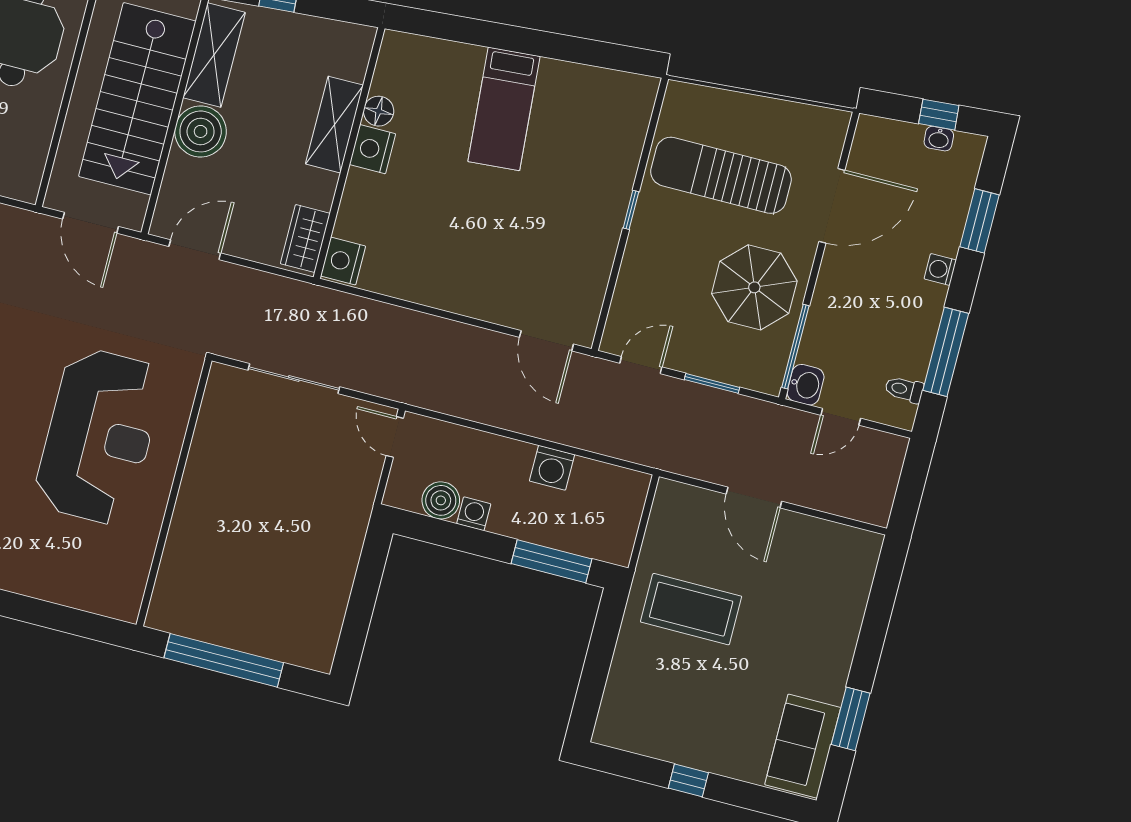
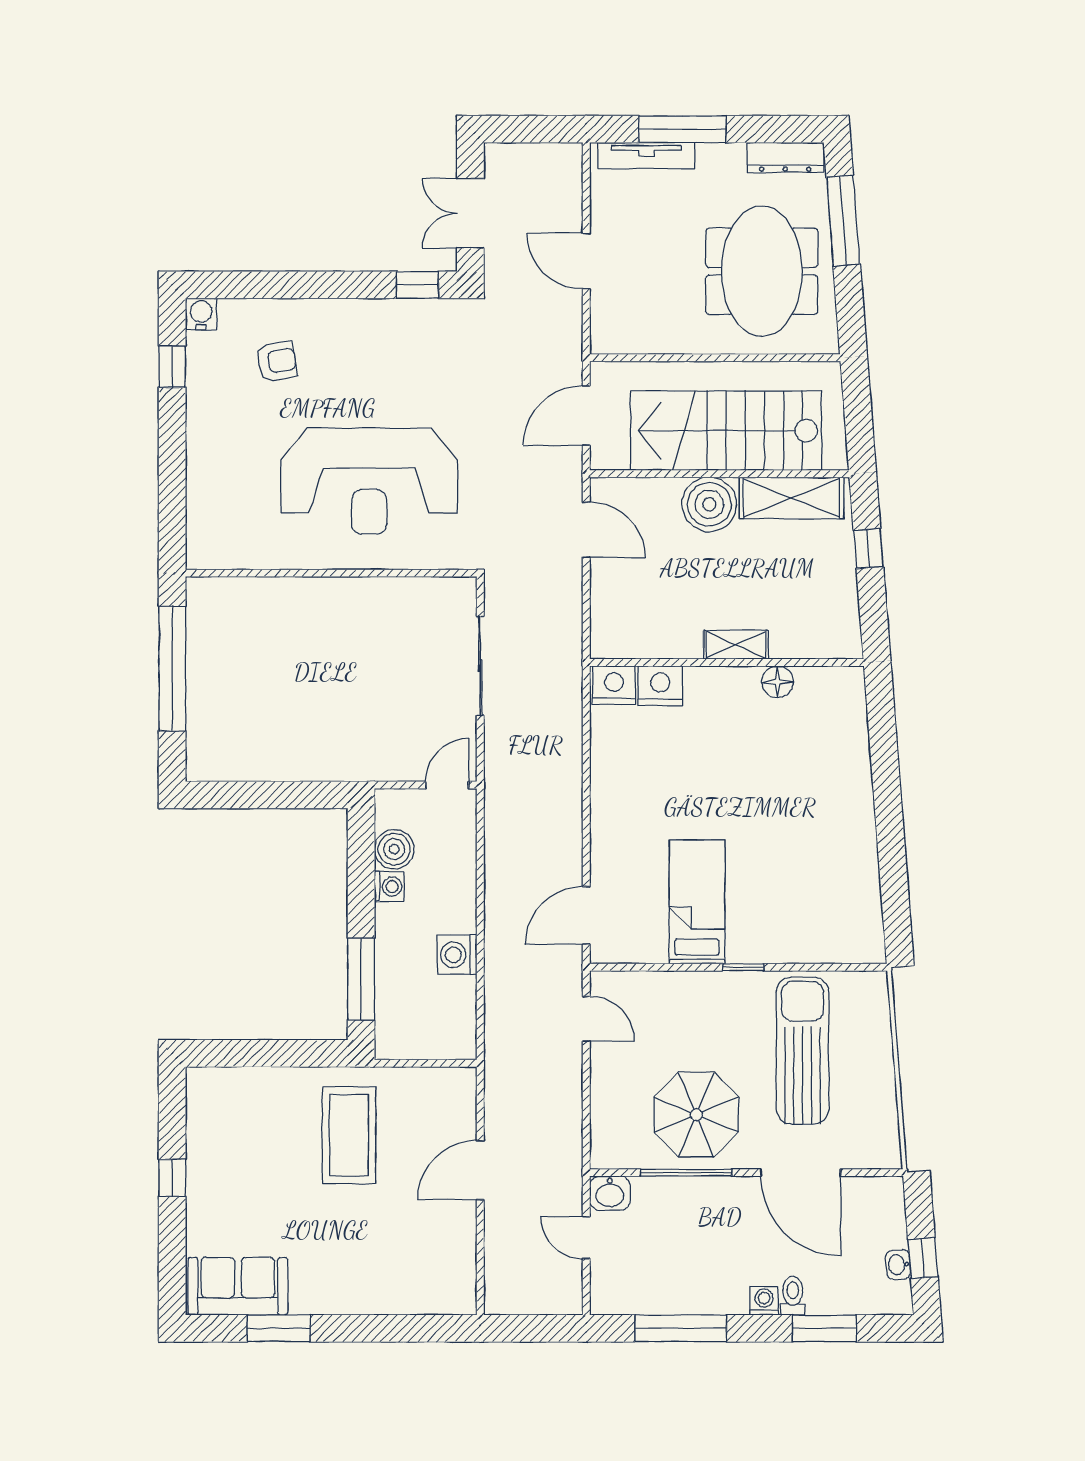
bed: (504, 109) -> (697, 902), moved, turned 94
shelving: (334, 125) -> (736, 645), width x0.67, depth x0.75
nightstand: (372, 149) -> (660, 686), moved
wardrobe: (305, 238) -> (627, 640), removed
window: (795, 347) -> (686, 1173), moved
window: (712, 383) -> (586, 1097), removed
toilet: (904, 389) -> (793, 1296), moved

